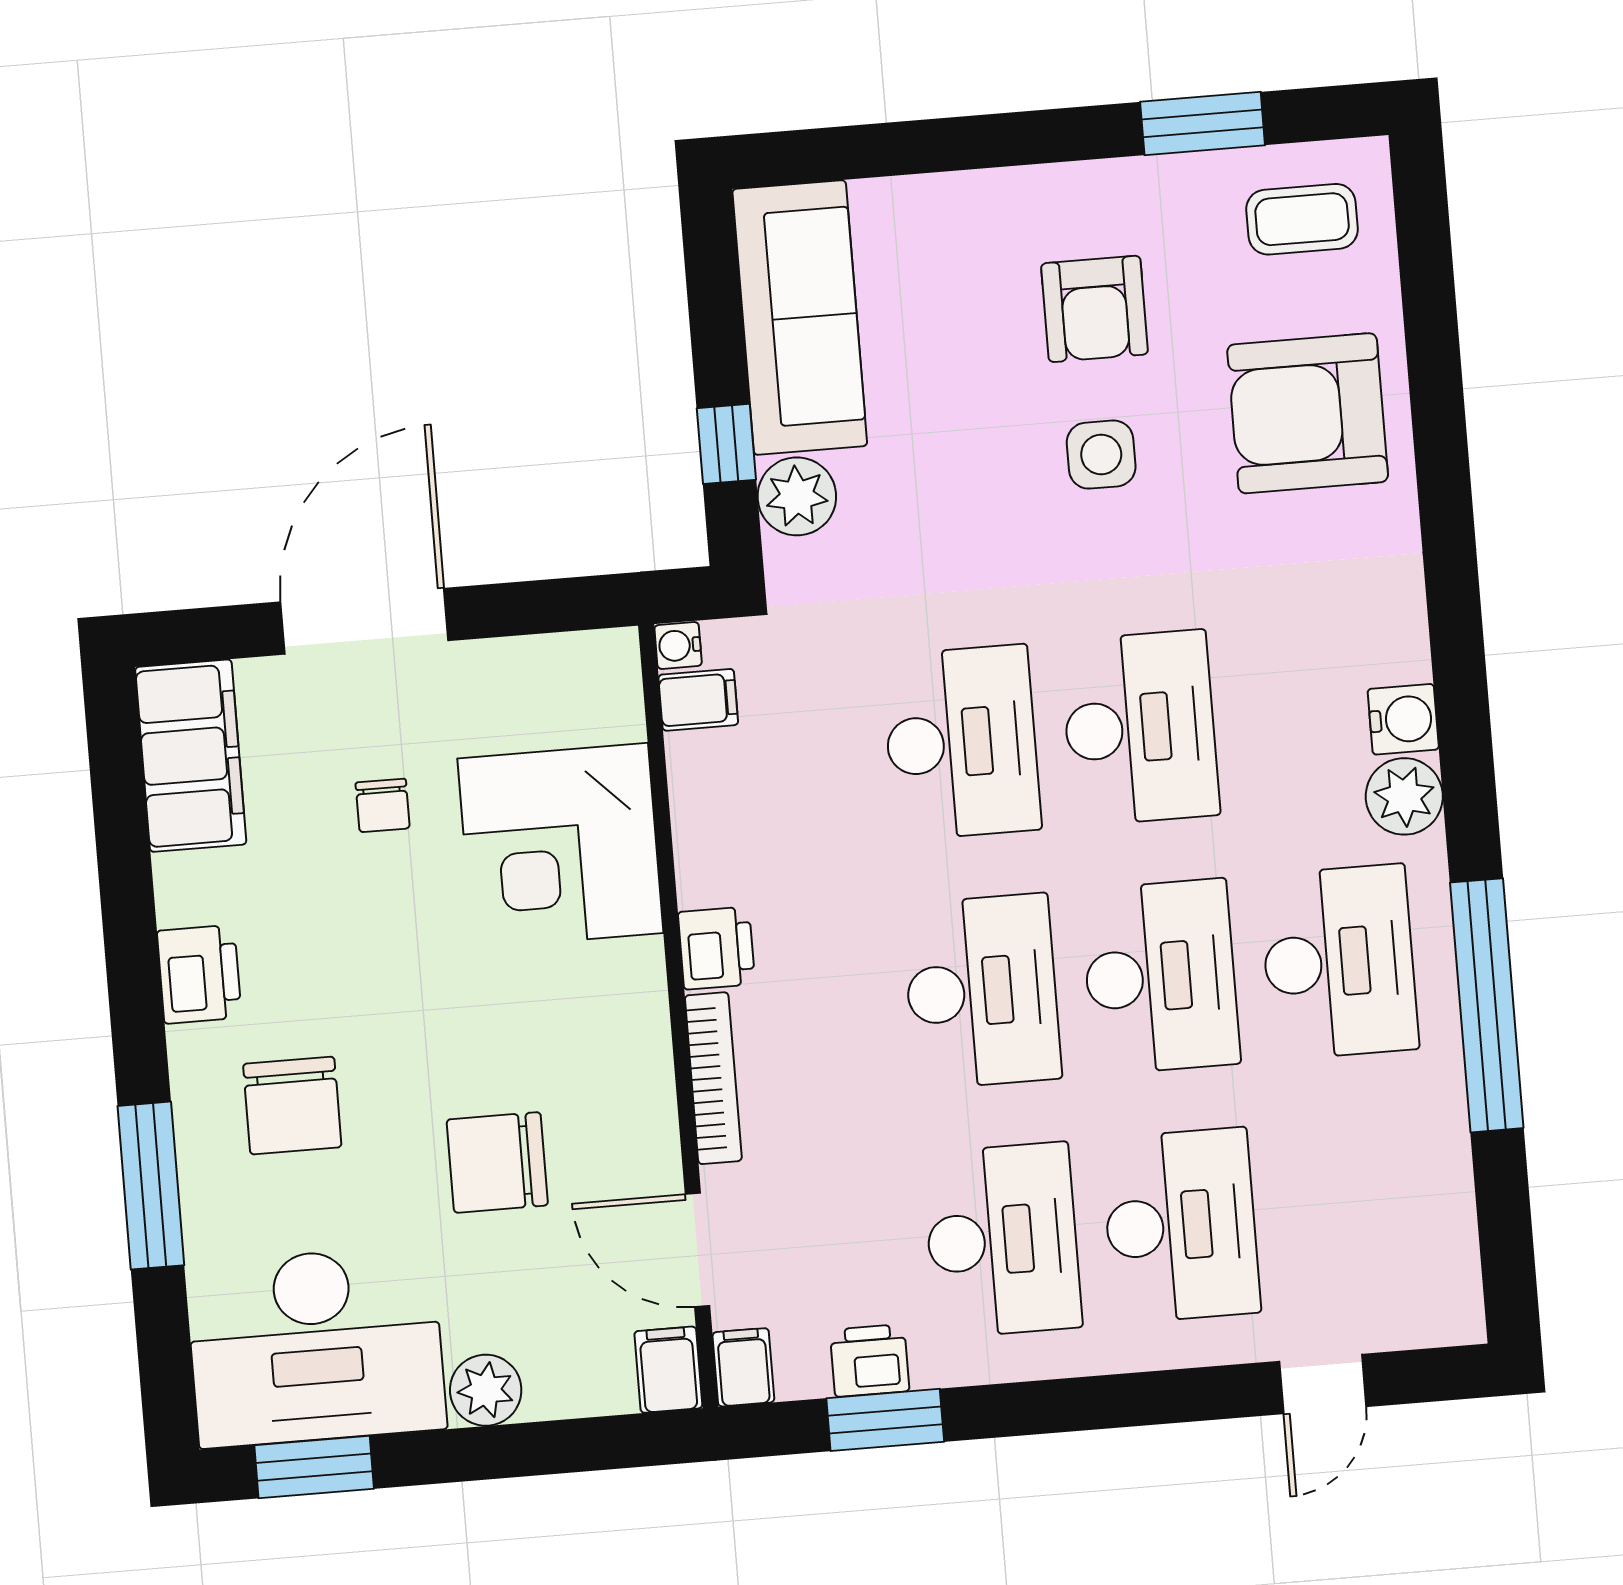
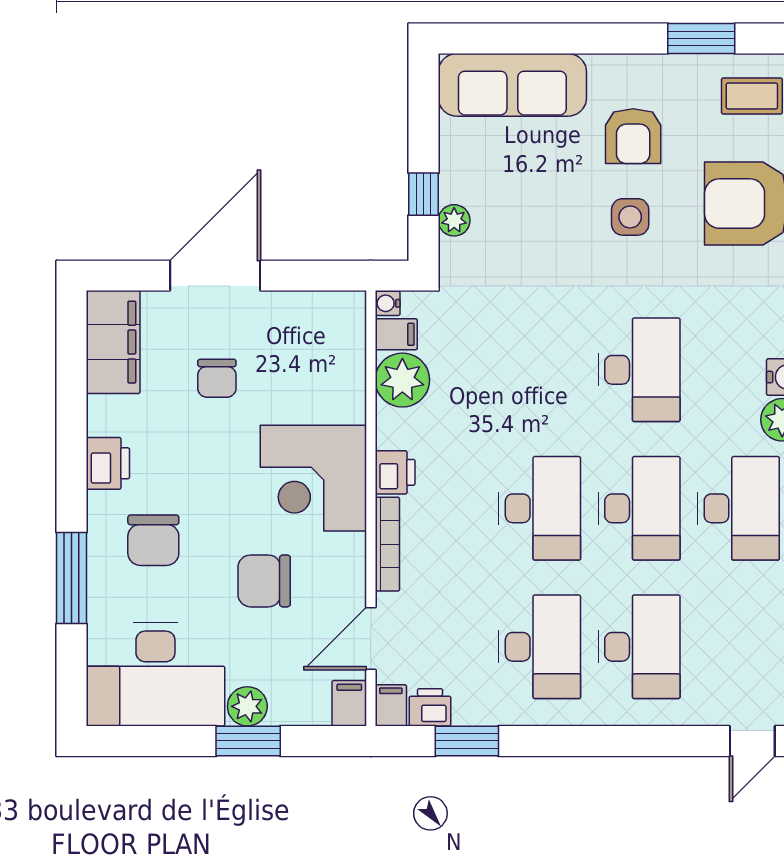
sofa: (800, 317) -> (512, 85), moved, turned 90
plant: (797, 496) -> (454, 220), width x0.73, depth x0.73
desk: (961, 742) -> (540, 370), removed
plant: (716, 781) -> (402, 380), added
chair: (383, 805) -> (217, 378), width x1.37, depth x1.37
corner desk: (560, 846) -> (313, 478), moved
door: (698, 1250) -> (371, 638), hinge flipped
printer: (870, 1360) -> (430, 707), moved
door: (1323, 1384) -> (752, 741), moved
window: (314, 1467) -> (248, 741), moved

